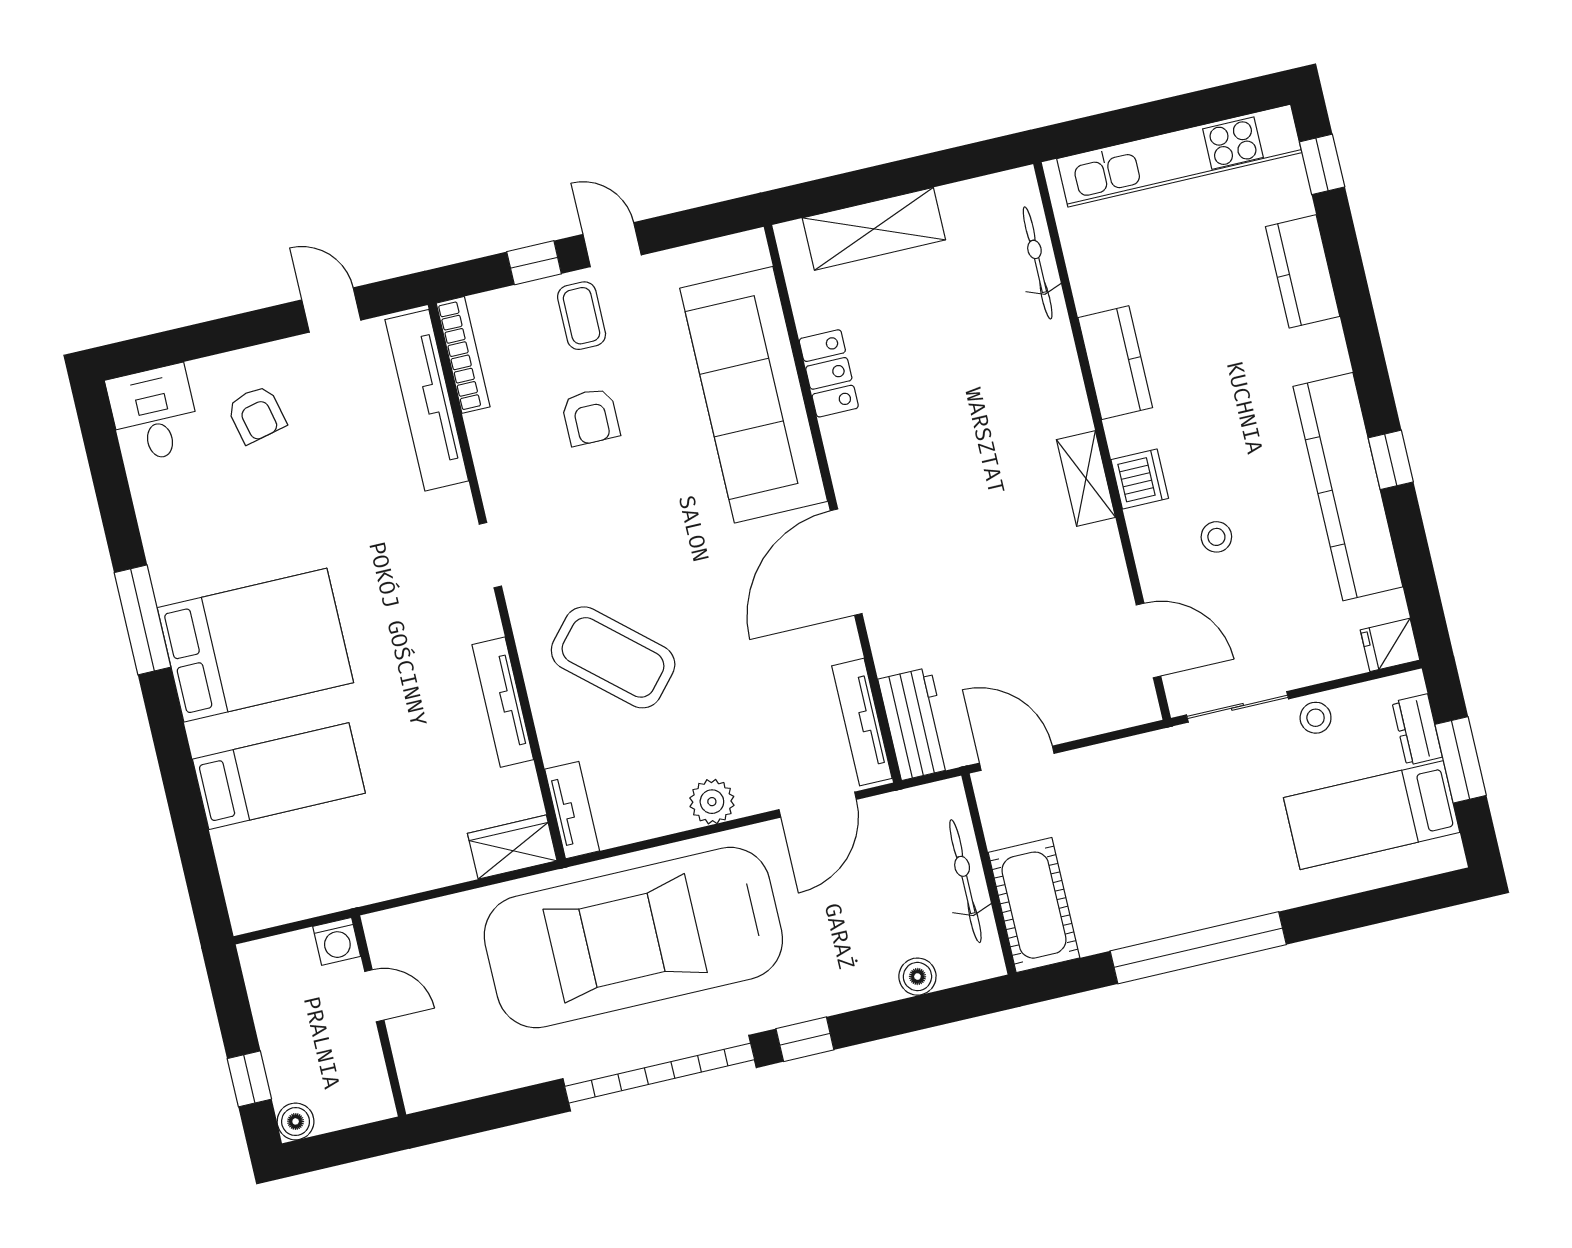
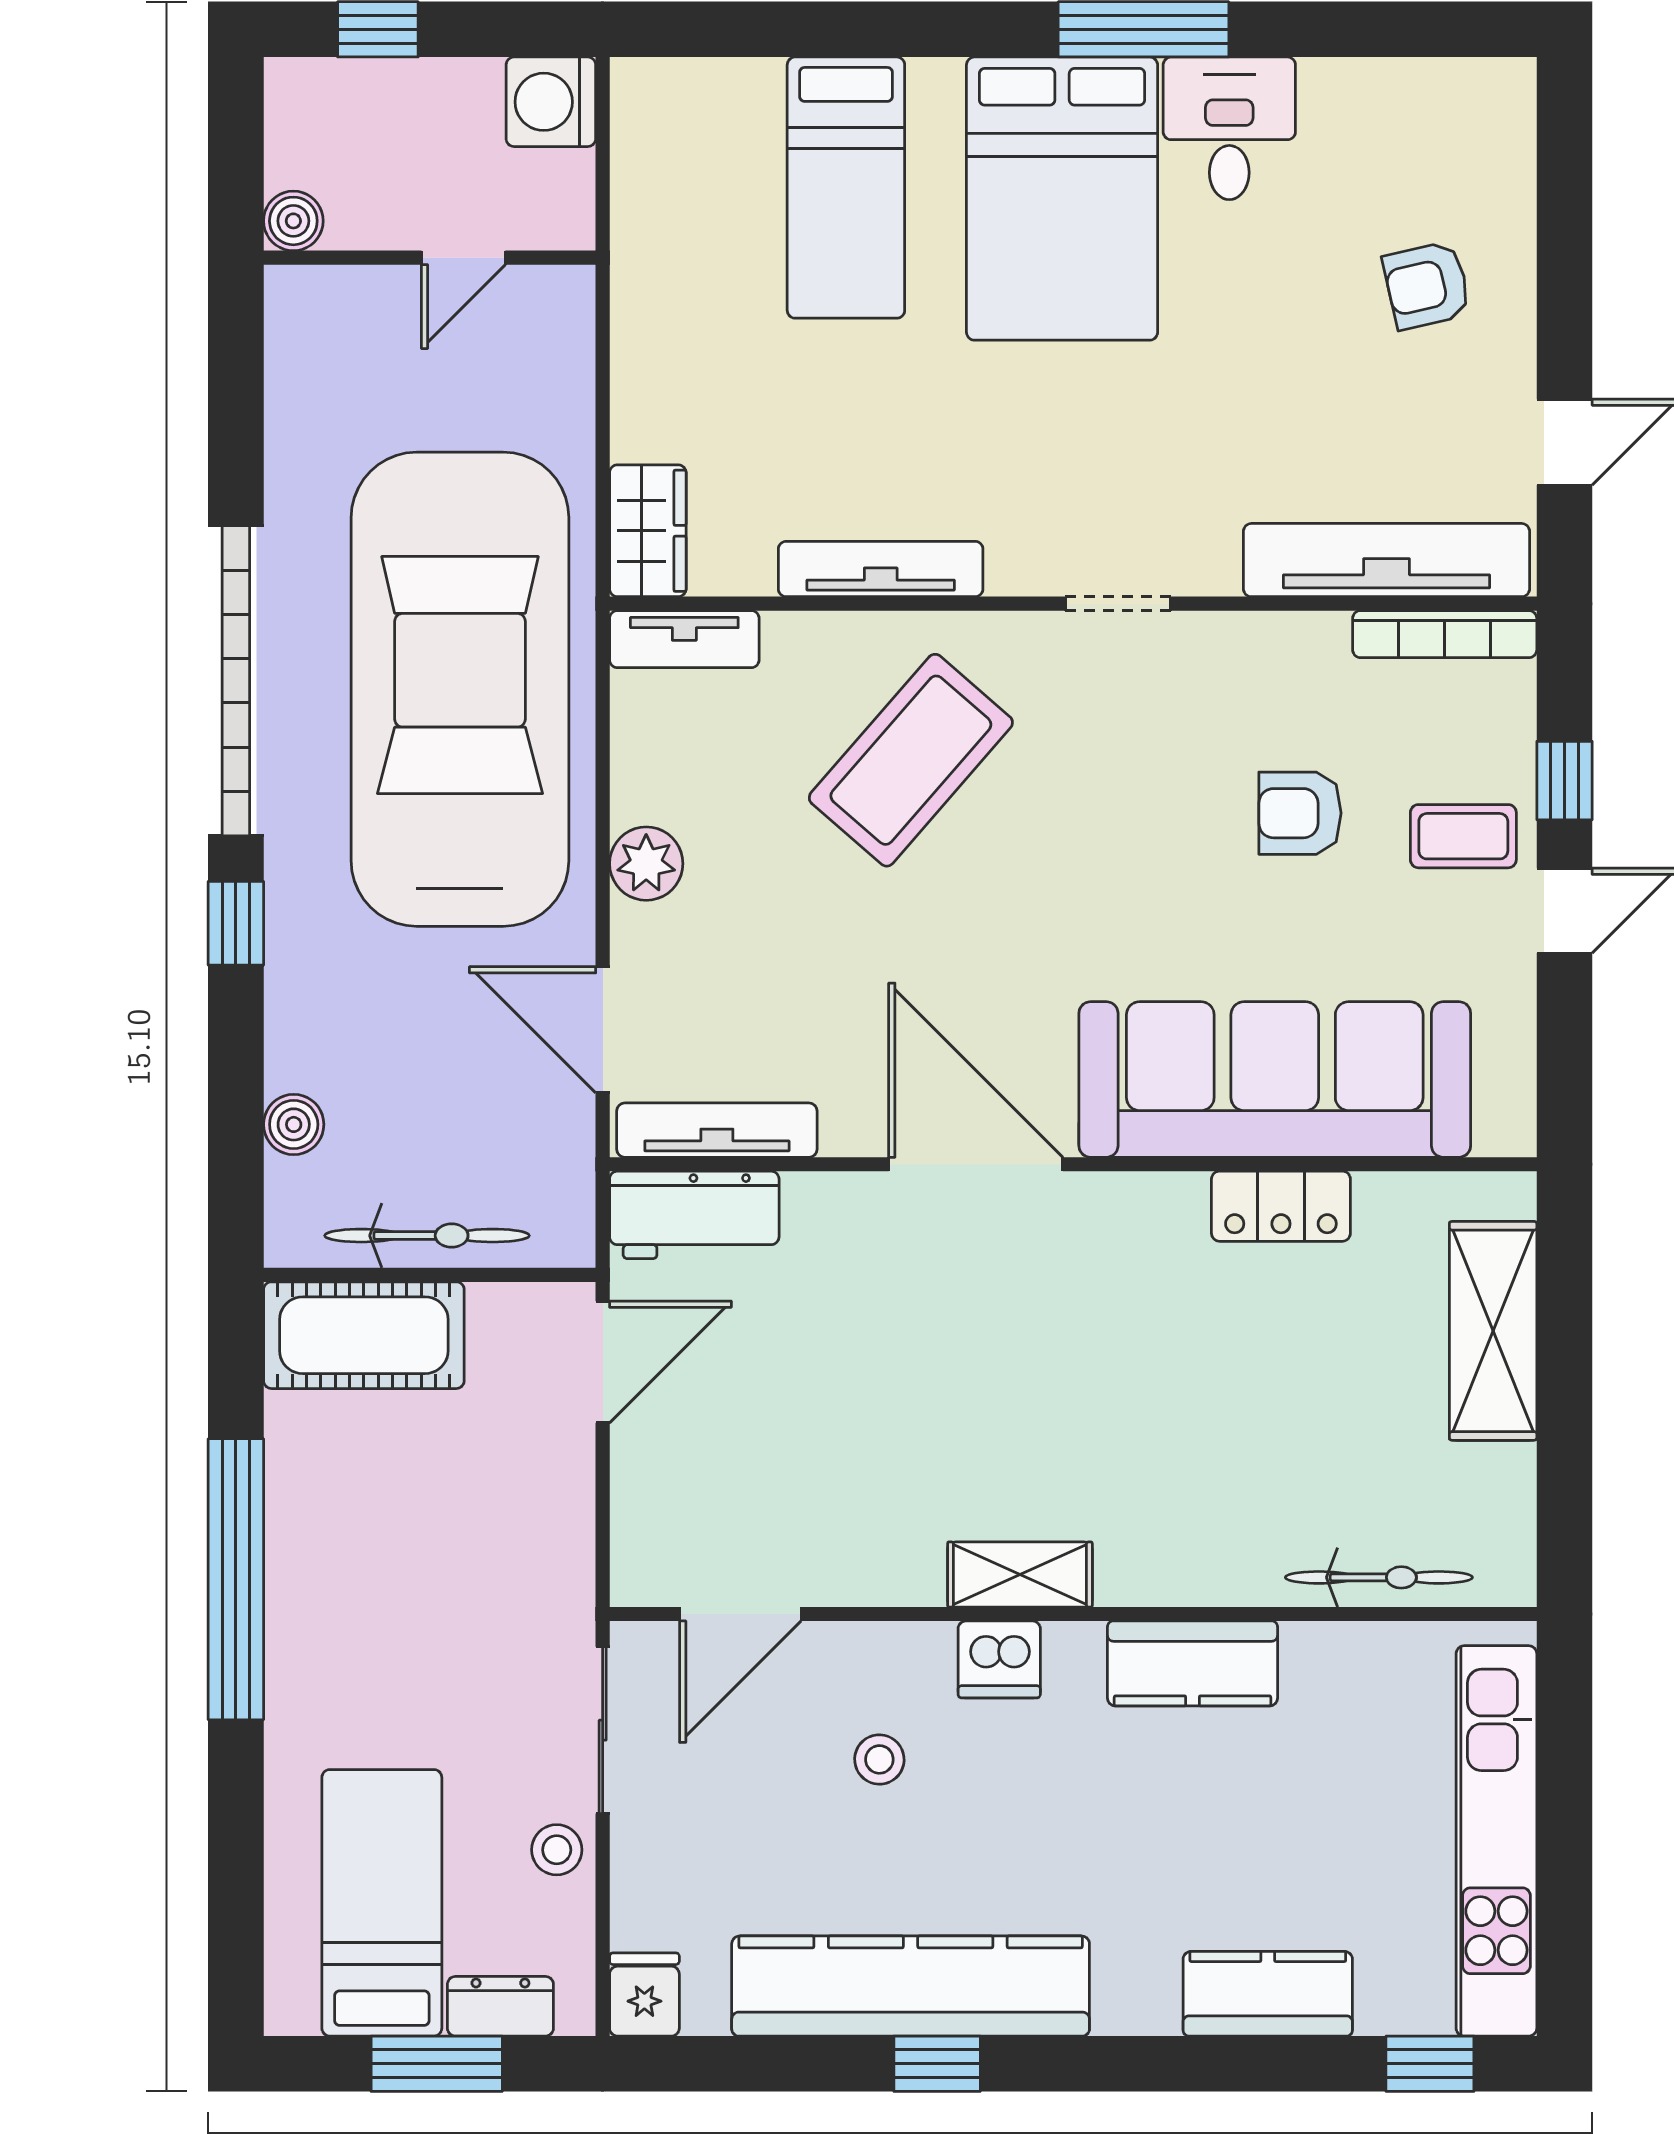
desk: (154, 414) -> (1229, 128), moved, turned -90
washing machine: (337, 941) -> (551, 102), moved, width x1.38, depth x1.38
boiler: (296, 1121) -> (293, 221), moved

